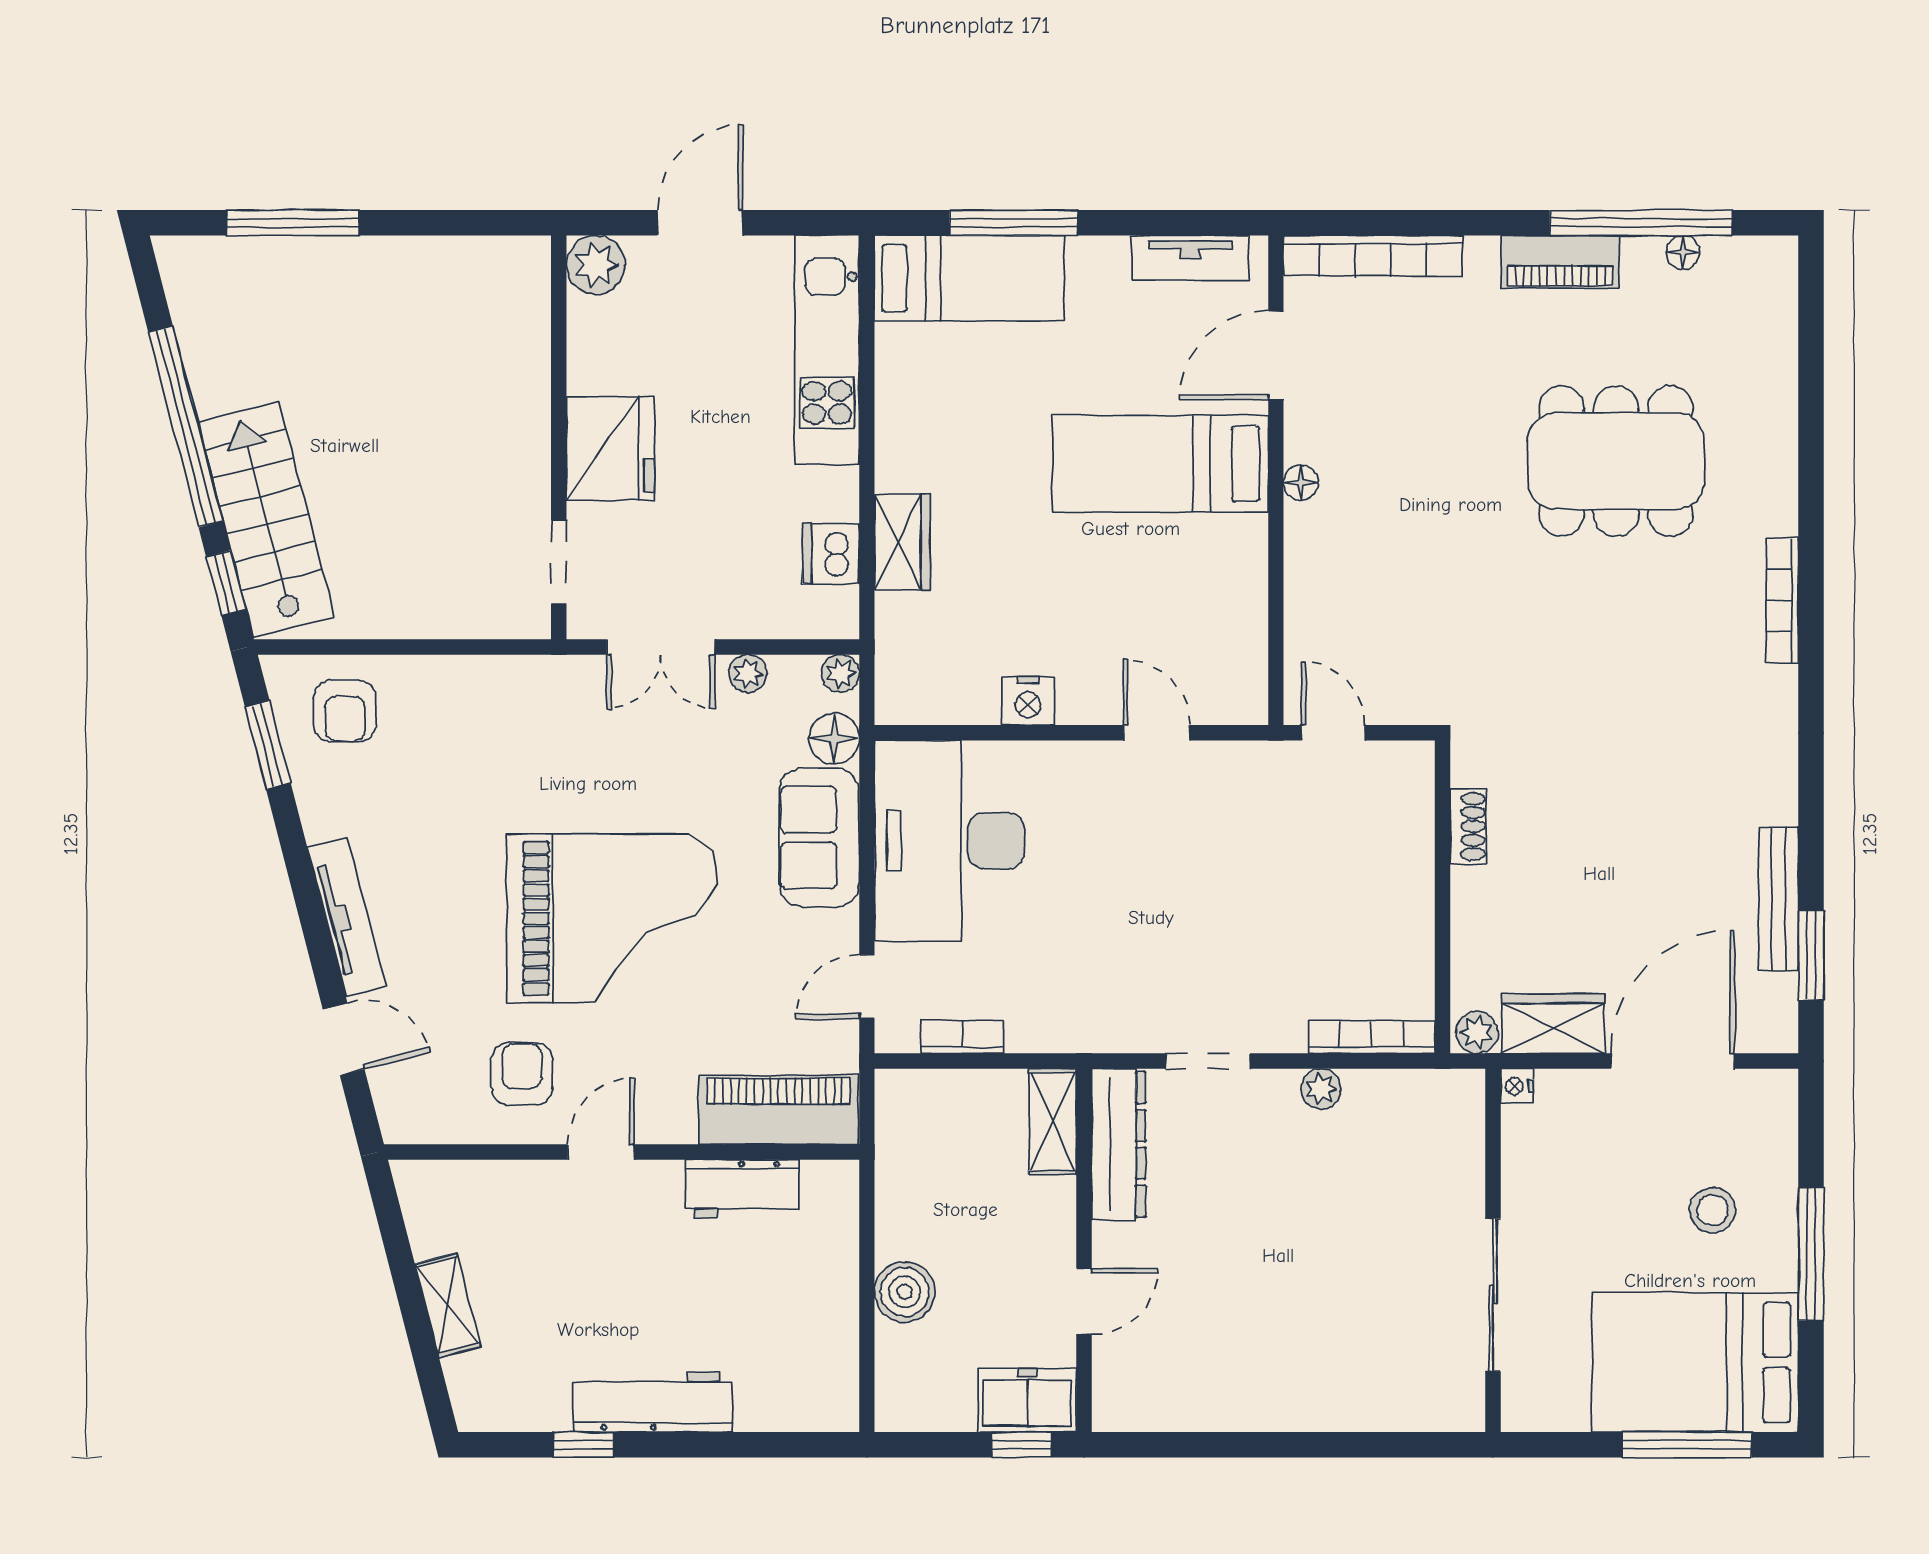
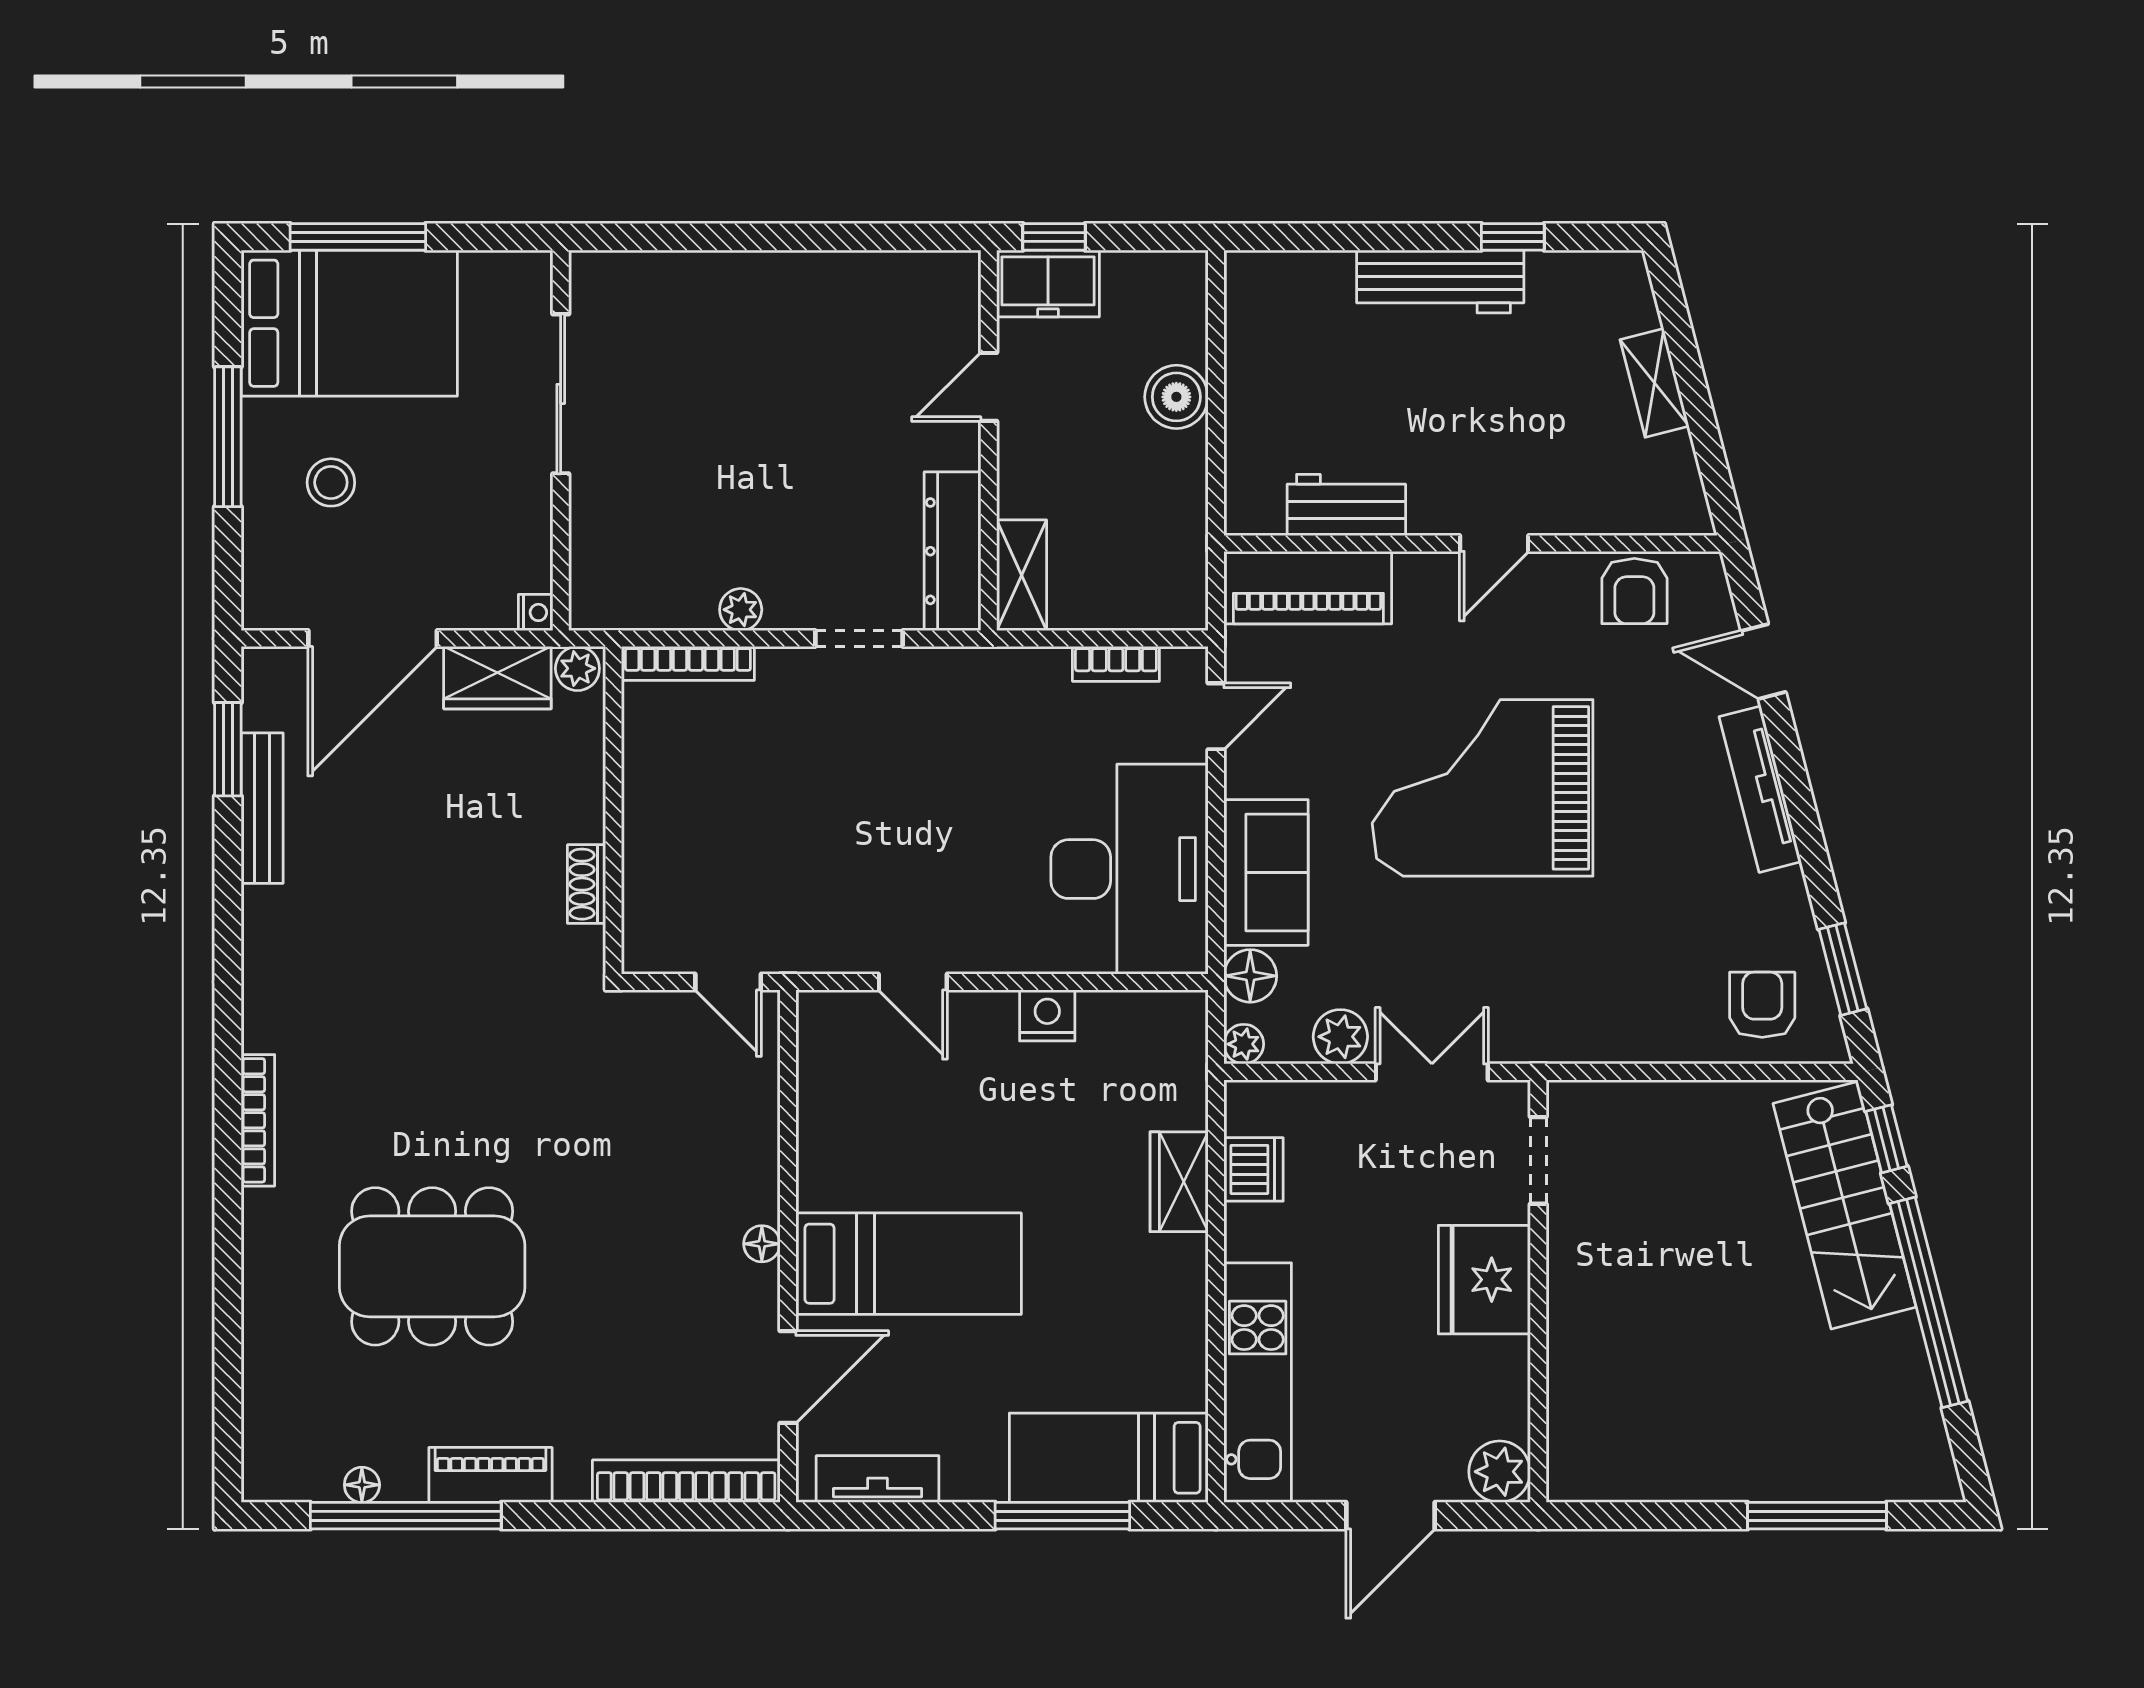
plant: (748, 673) -> (1340, 1037), width x1.38, depth x1.38
armchair: (522, 1074) -> (1634, 591), moved

